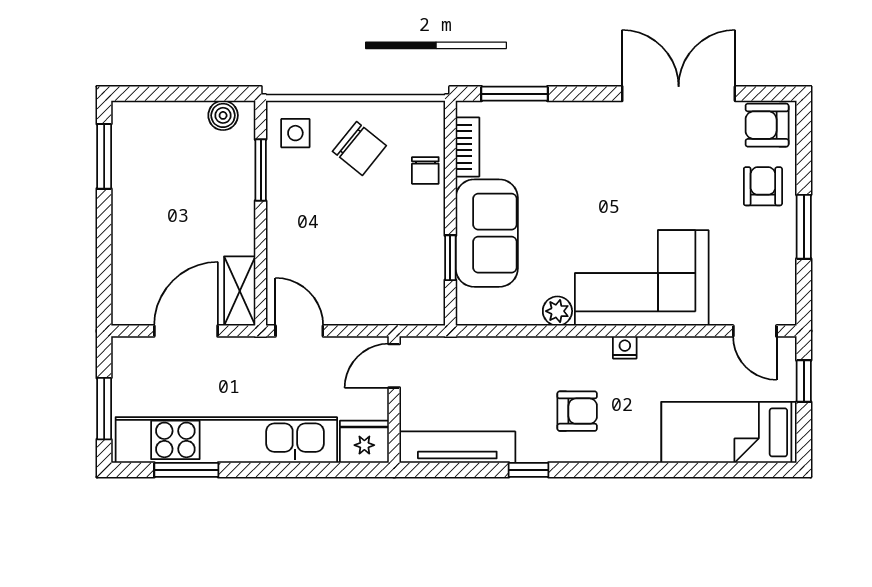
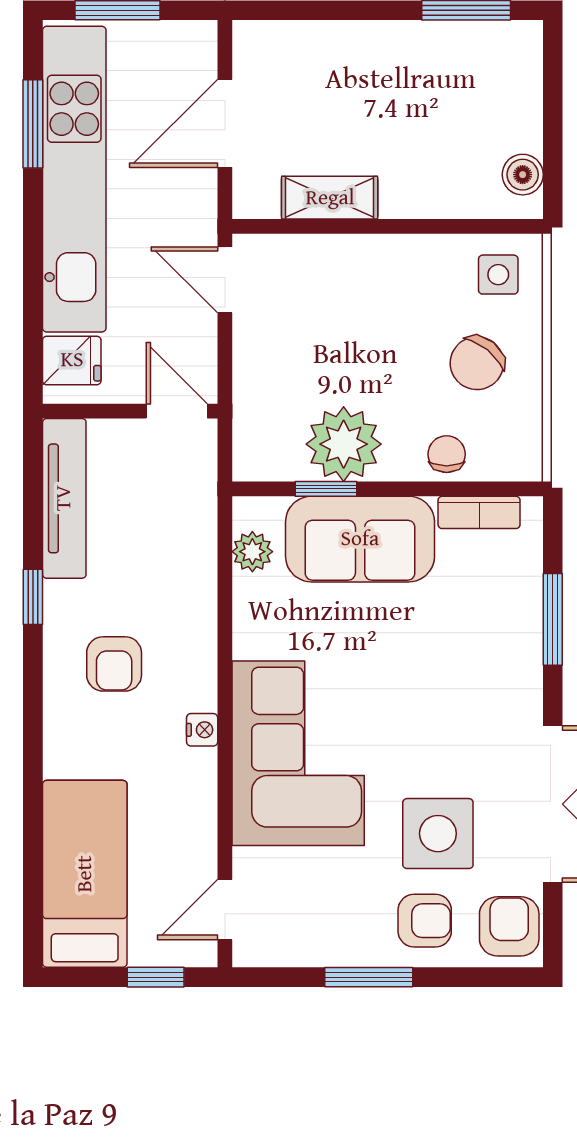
window: (515, 94) -> (553, 619), moved
window: (261, 170) -> (447, 226), removed
chair: (425, 170) -> (447, 454), turned 90
side table: (700, 177) -> (438, 834), added
plant: (418, 245) -> (344, 444), added
shelving: (240, 291) -> (330, 198), moved
plant: (557, 311) -> (252, 552), moved
door: (186, 331) -> (225, 123), swing flipped
door: (299, 331) -> (225, 280), swing flipped
fridge: (364, 442) -> (72, 360), width x0.72

